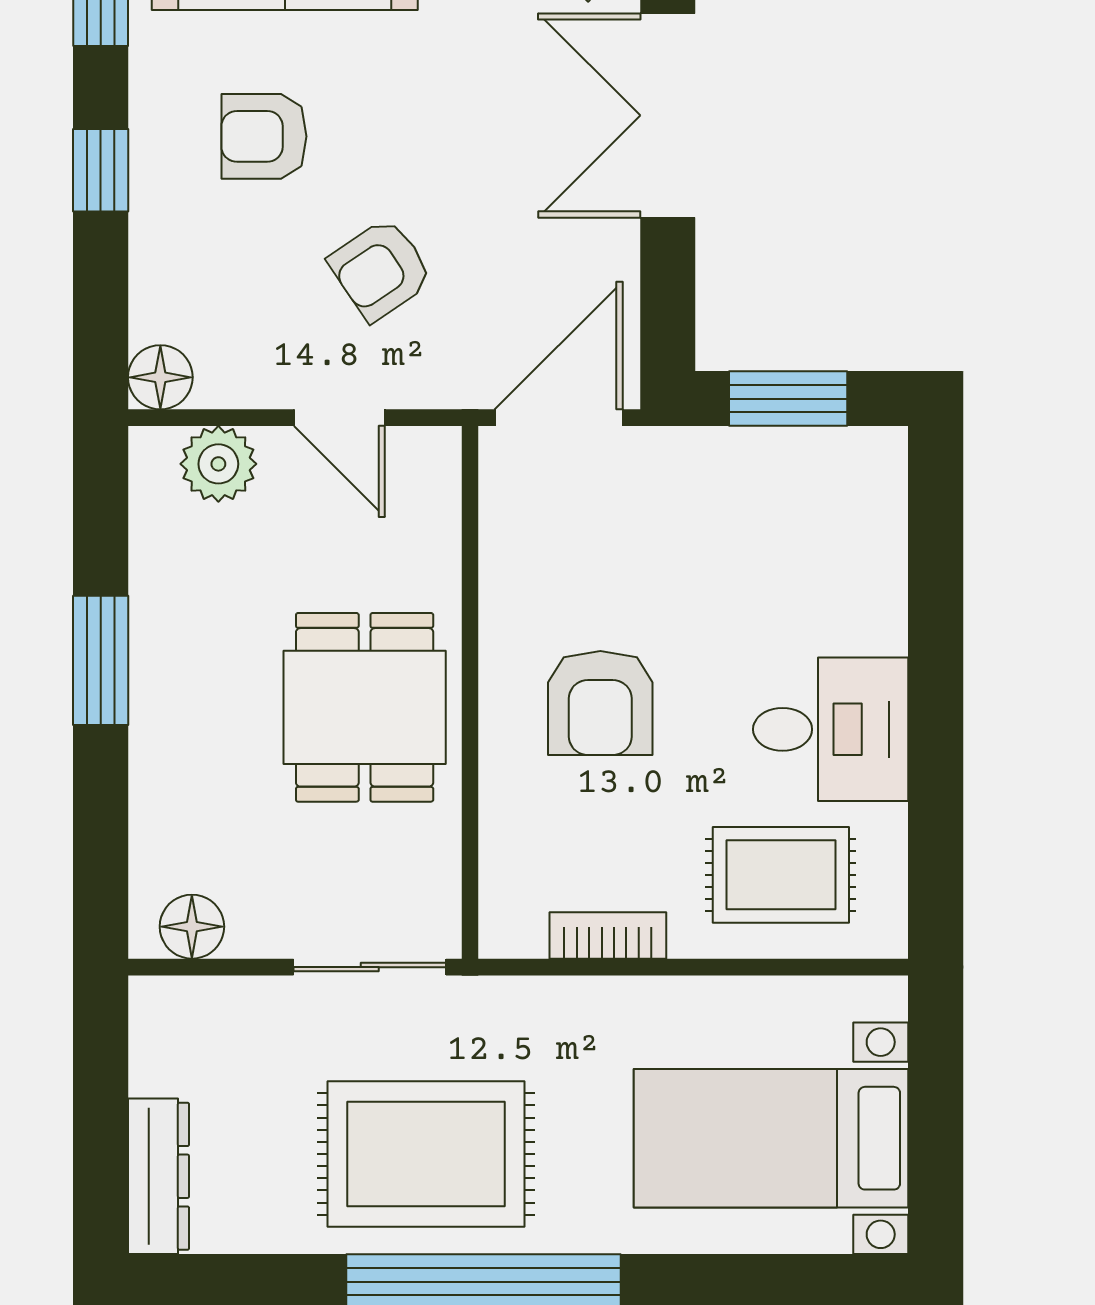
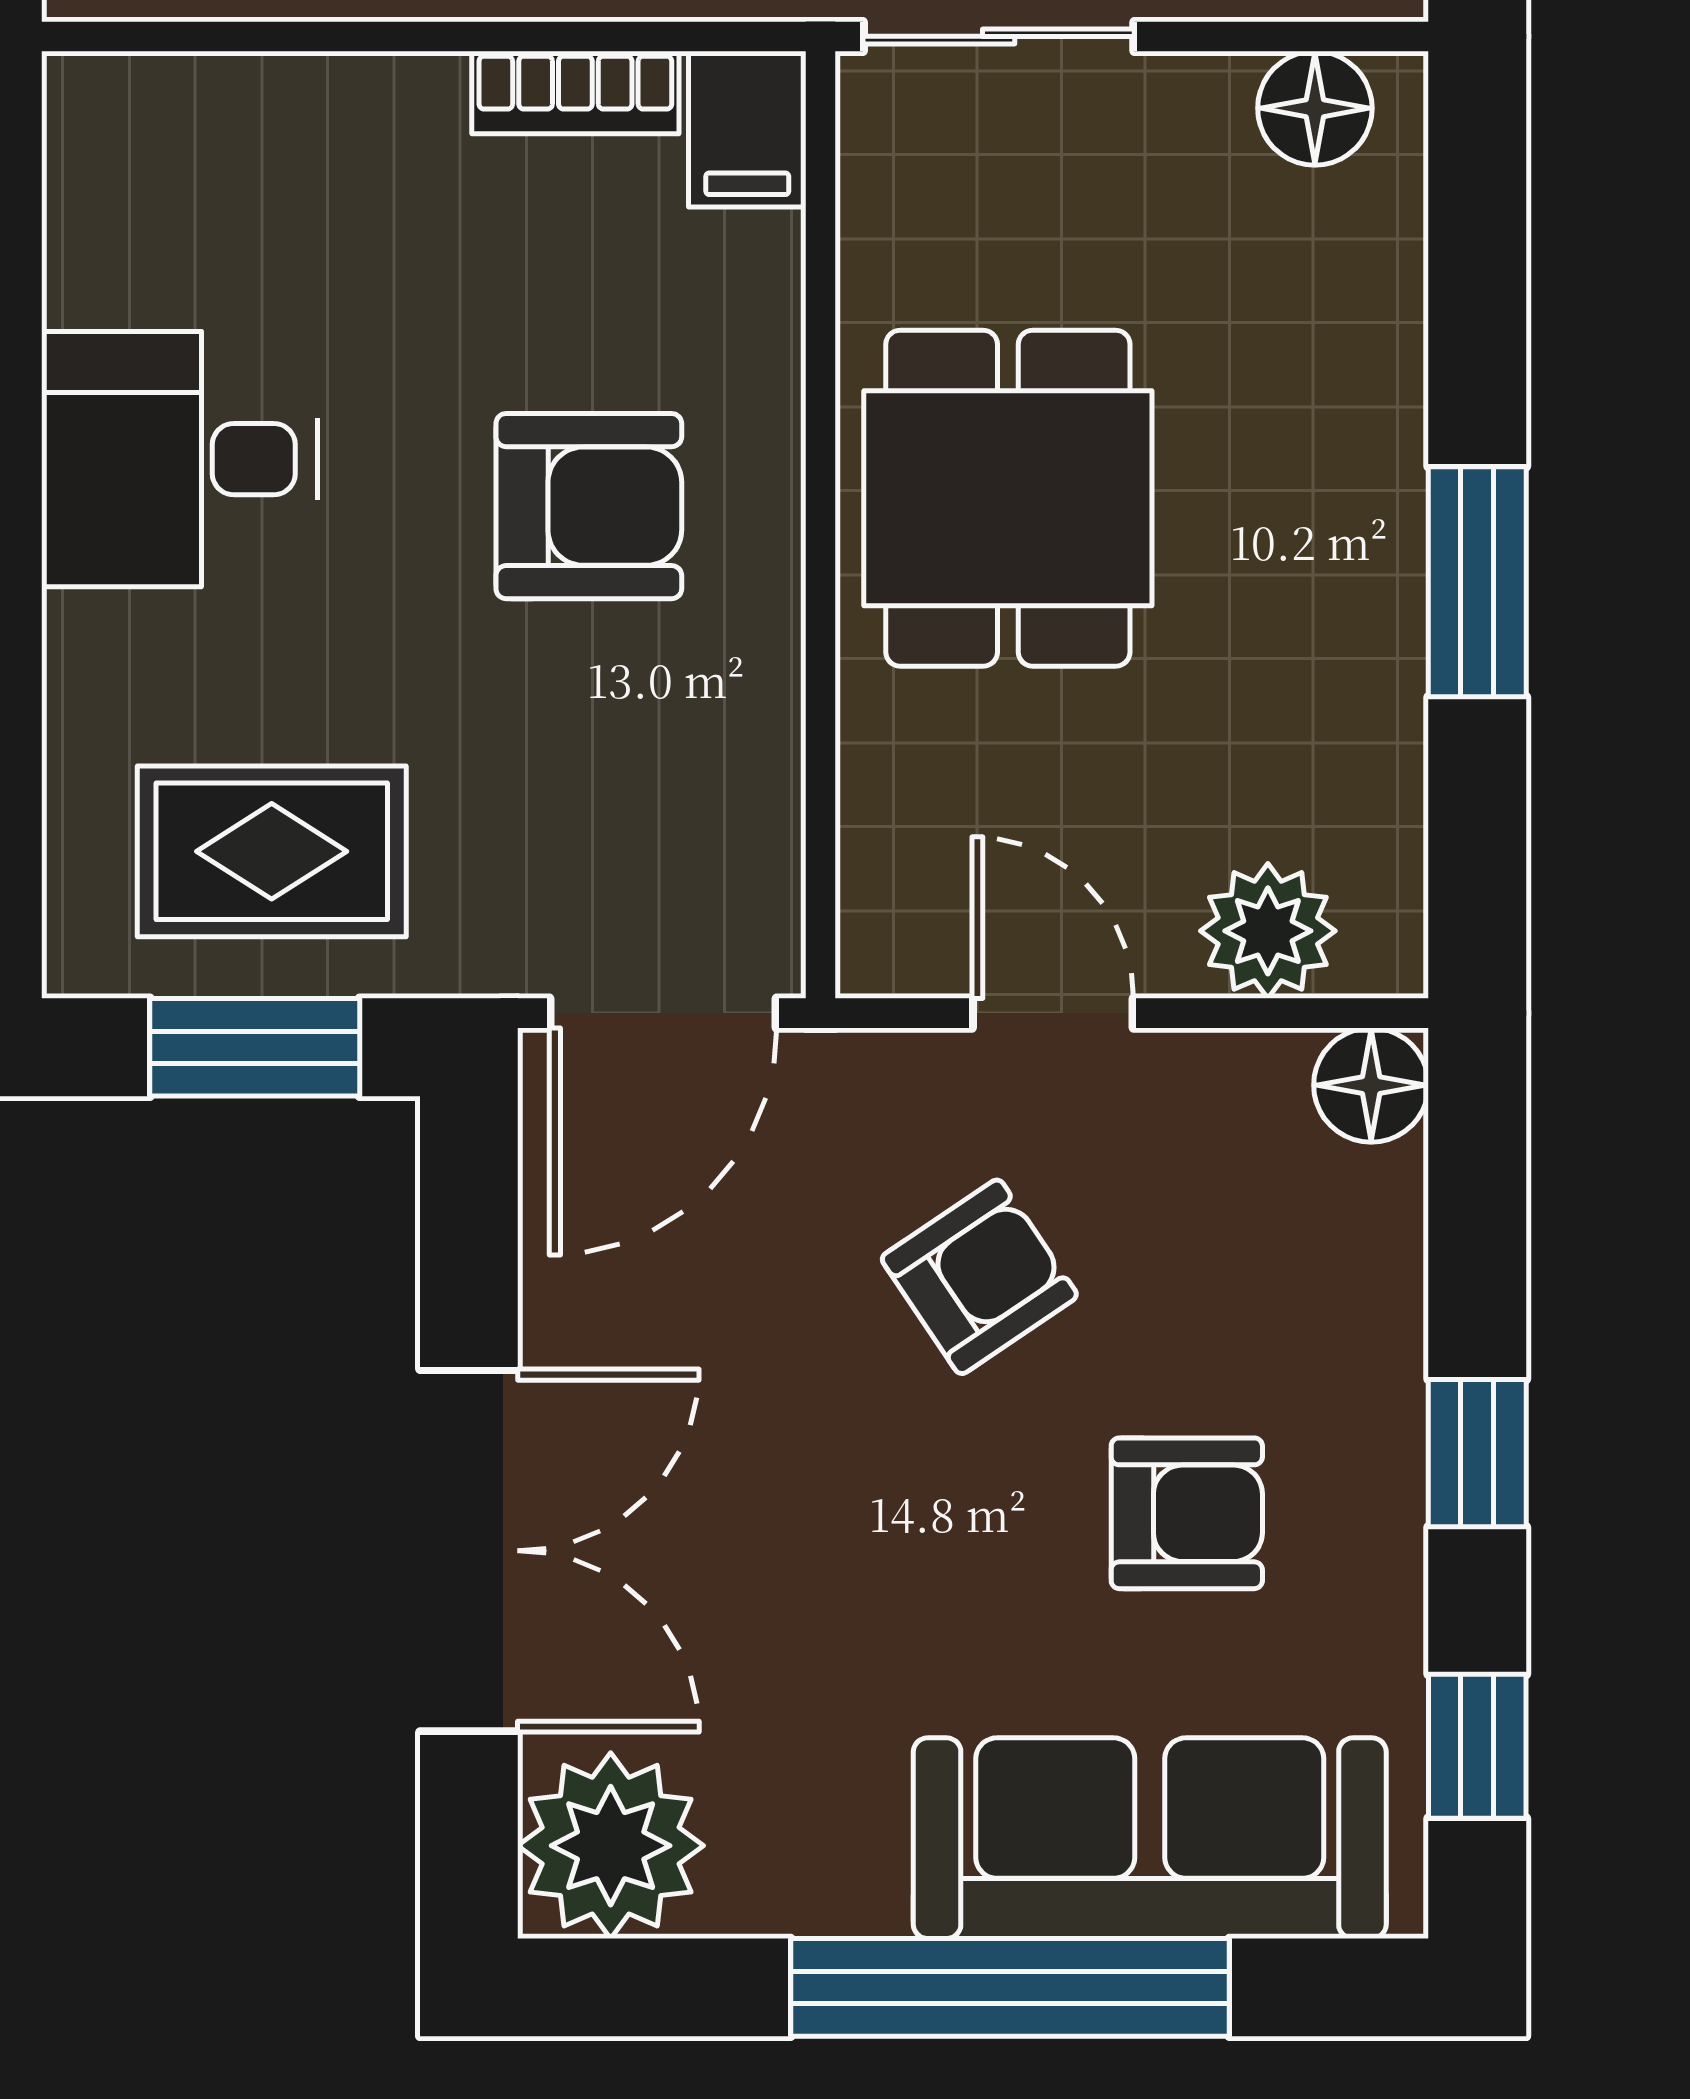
armchair: (600, 703) -> (589, 506), turned 90
rug: (781, 875) -> (272, 851), moved
filing cabinet: (511, 915) -> (747, 129), added

